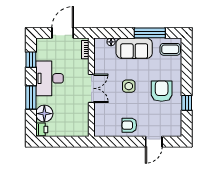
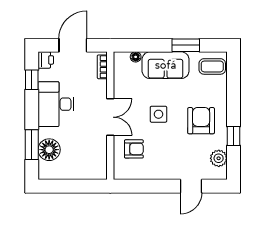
window: (150, 33) -> (186, 45), width x0.69
window: (31, 97) -> (32, 145), moved
plant: (175, 120) -> (219, 158), added
armchair: (129, 125) -> (134, 149), moved, turned 180
printer: (42, 129) -> (46, 60), moved

